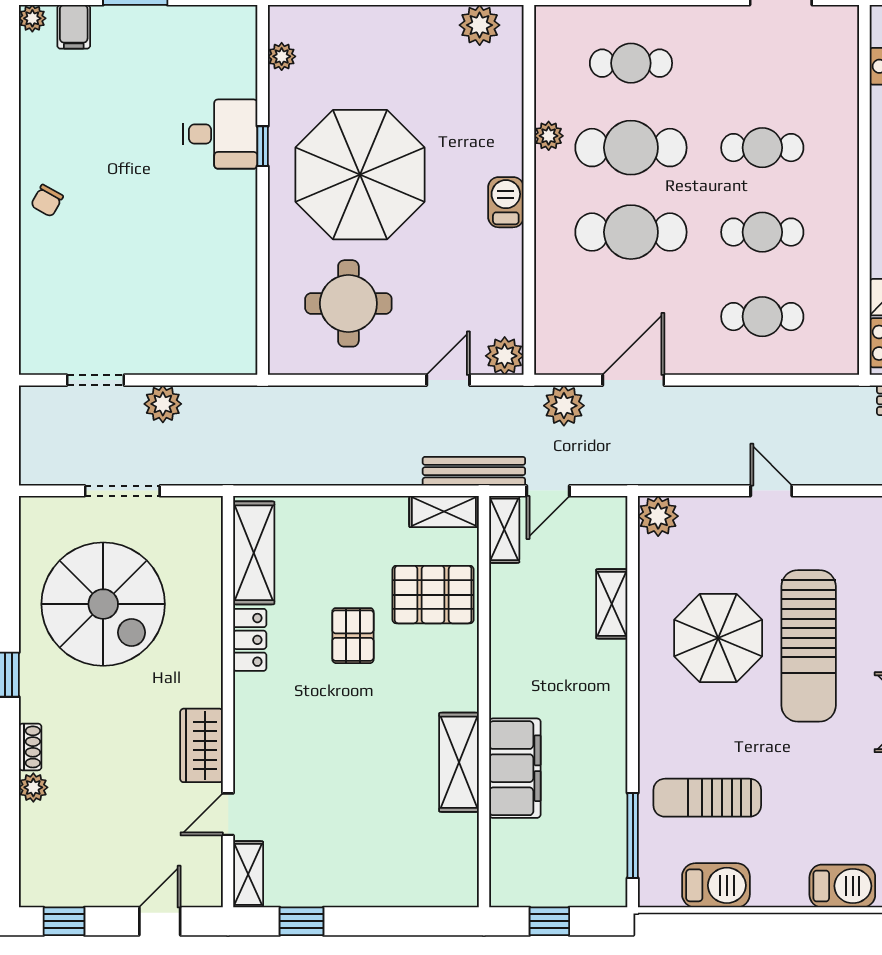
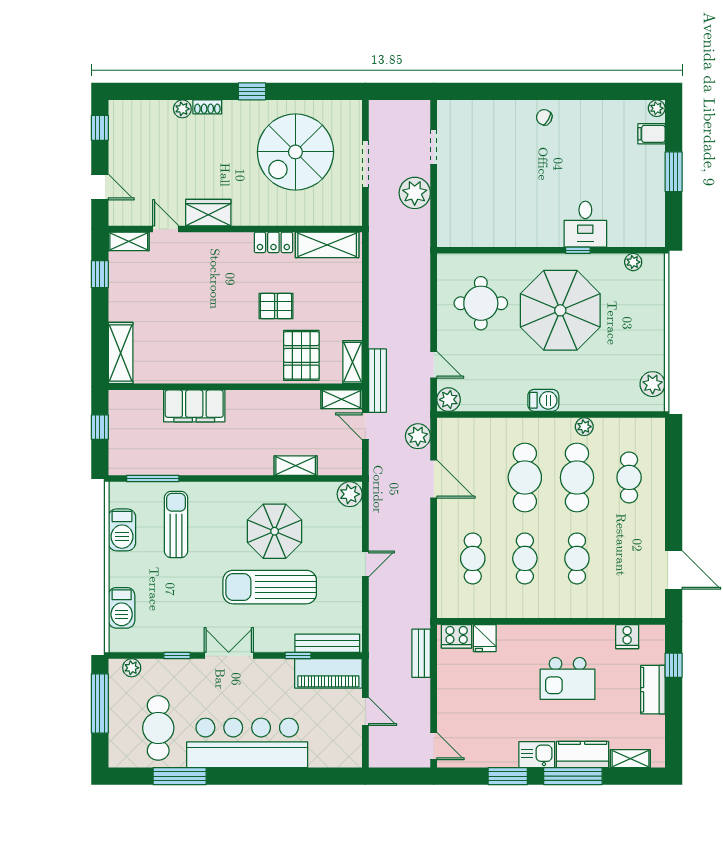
plant: (163, 404) -> (415, 193), width x1.36, depth x1.36
shelving: (459, 762) -> (121, 353), moved, turned 90

